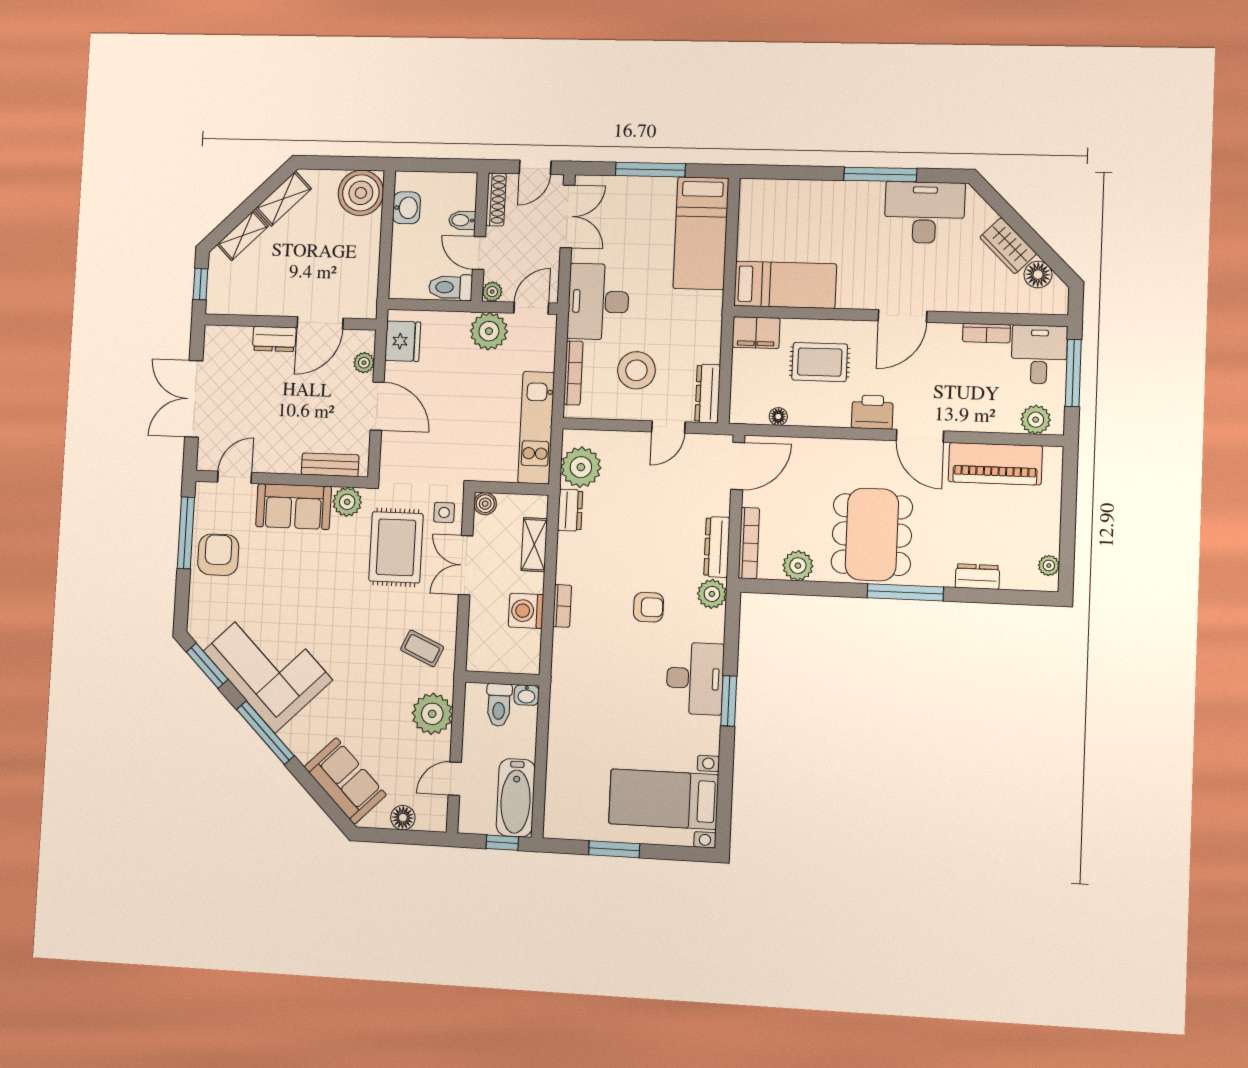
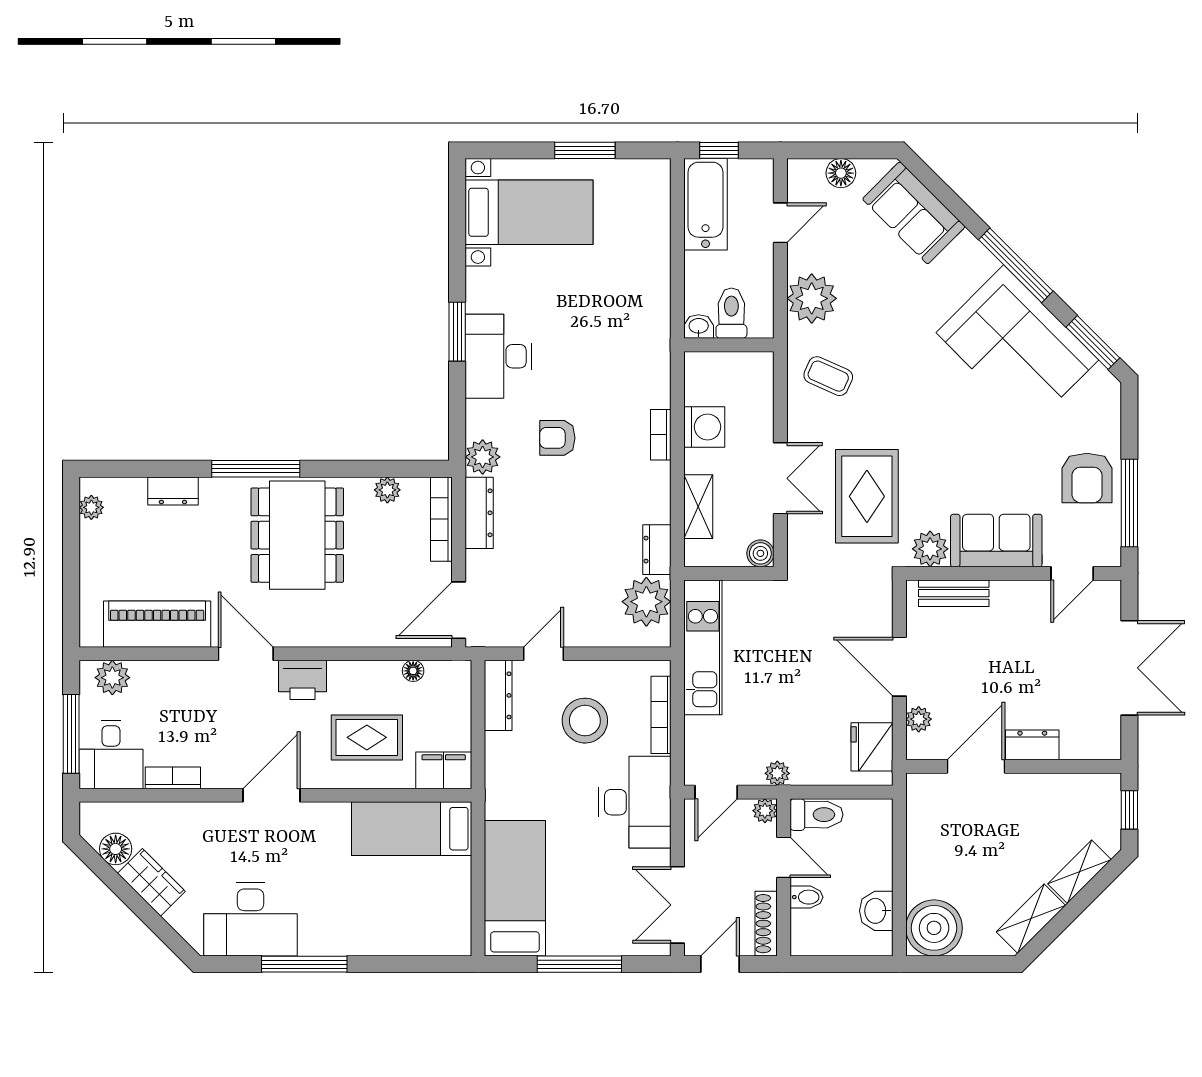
plant: (489, 331) -> (777, 773), width x0.53, depth x0.53
side table: (444, 512) -> (810, 541), removed
plant: (798, 566) -> (387, 490), width x0.73, depth x0.73

